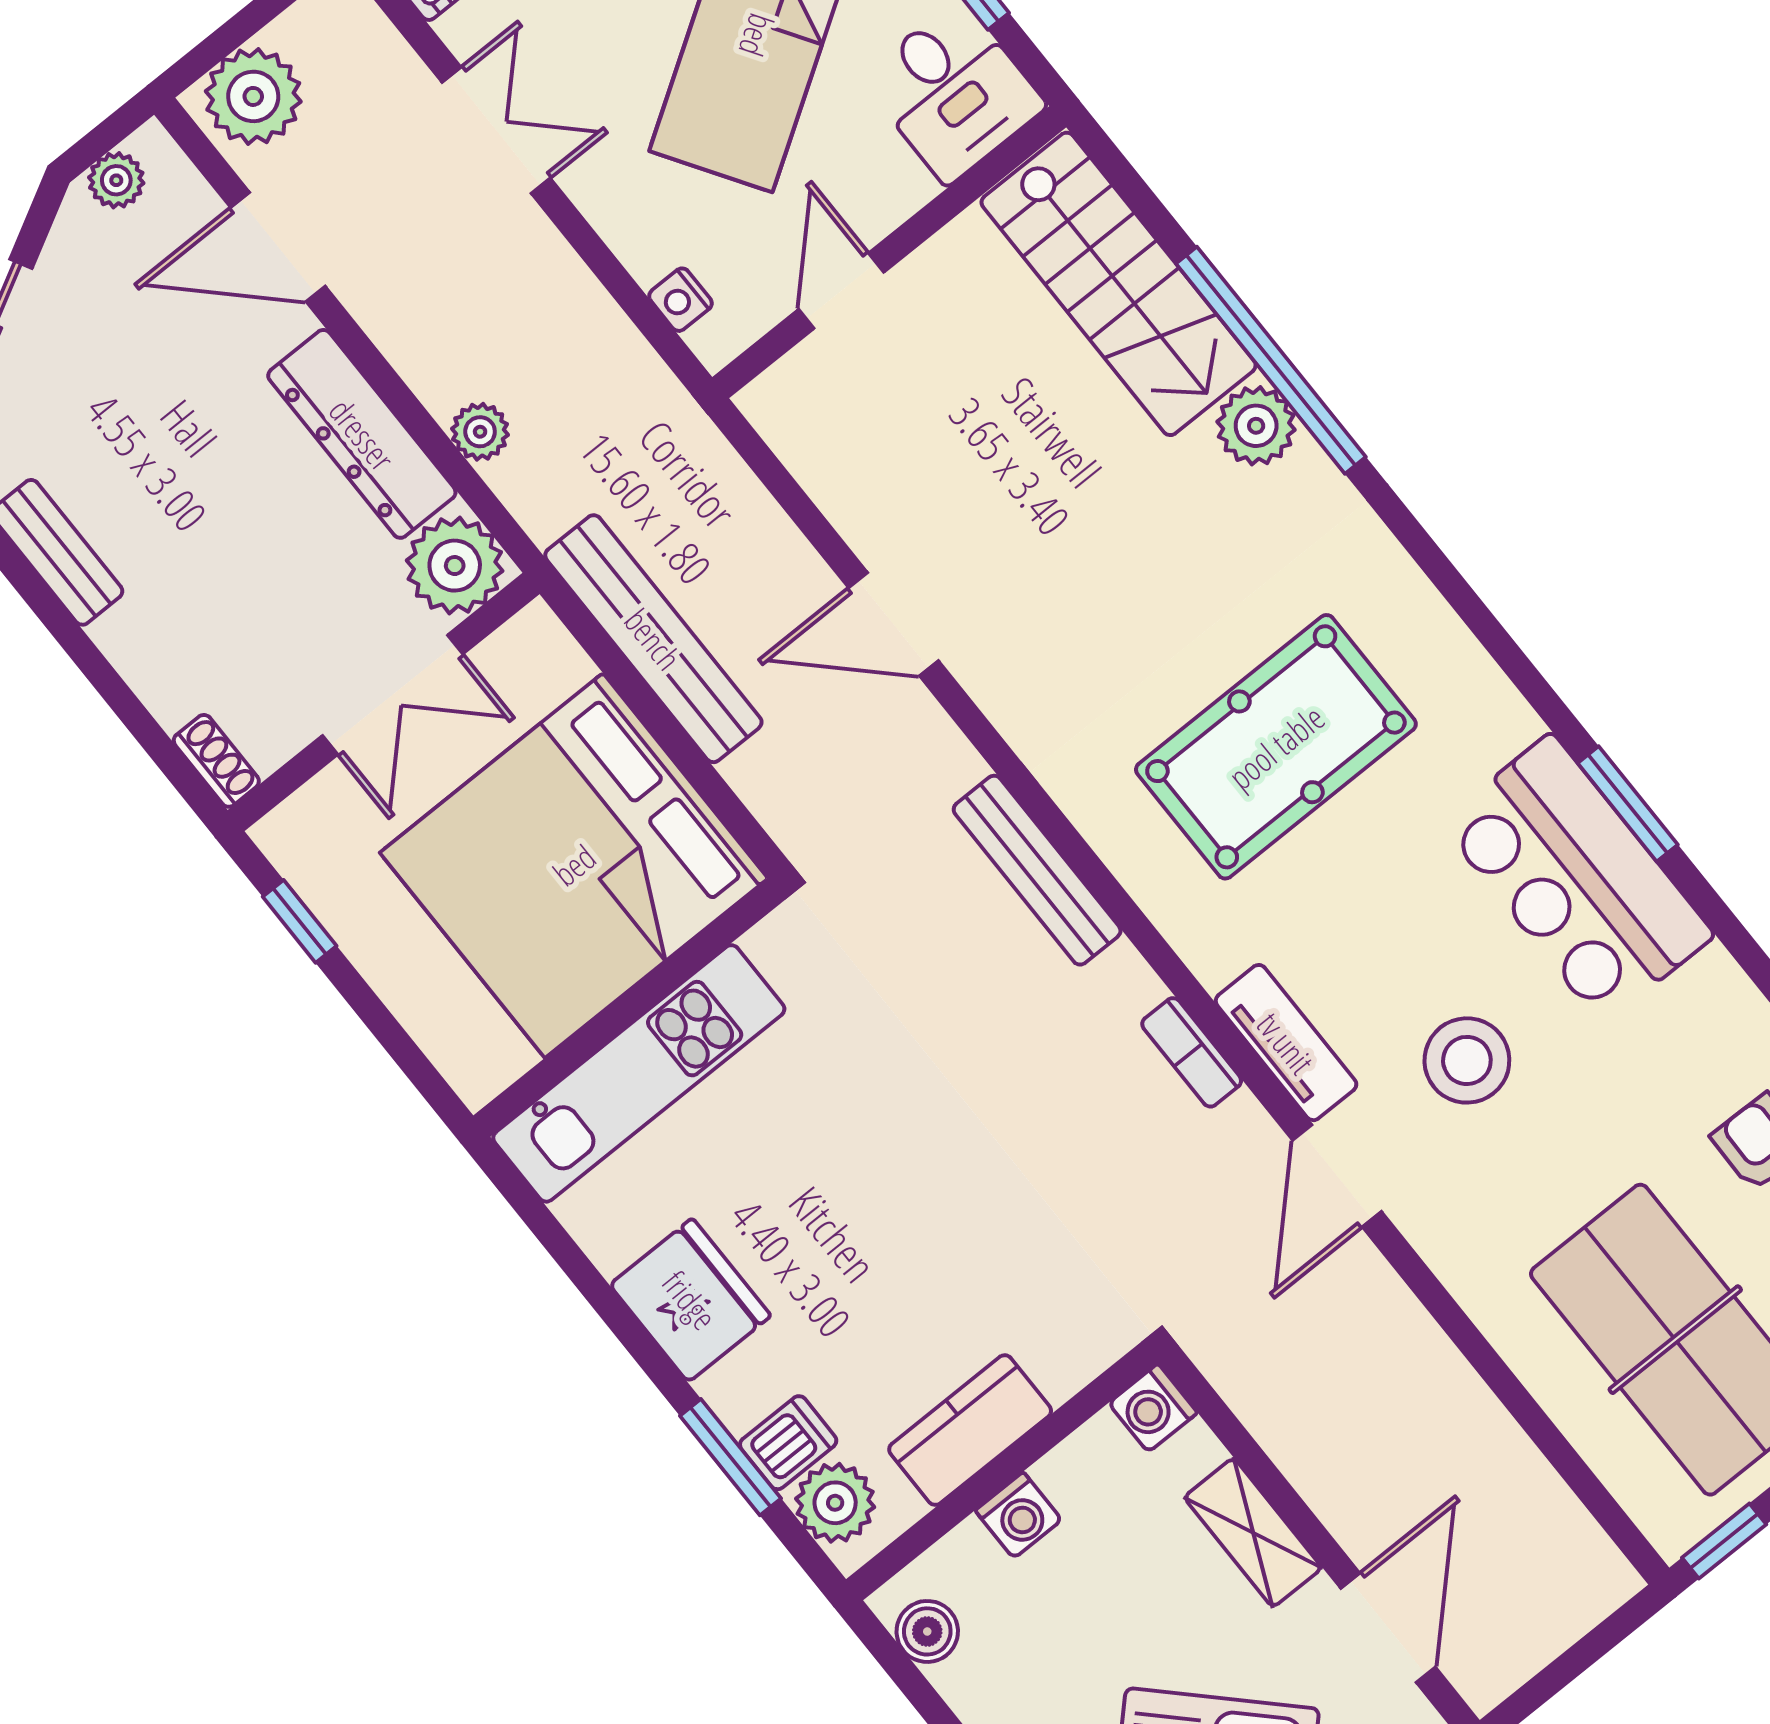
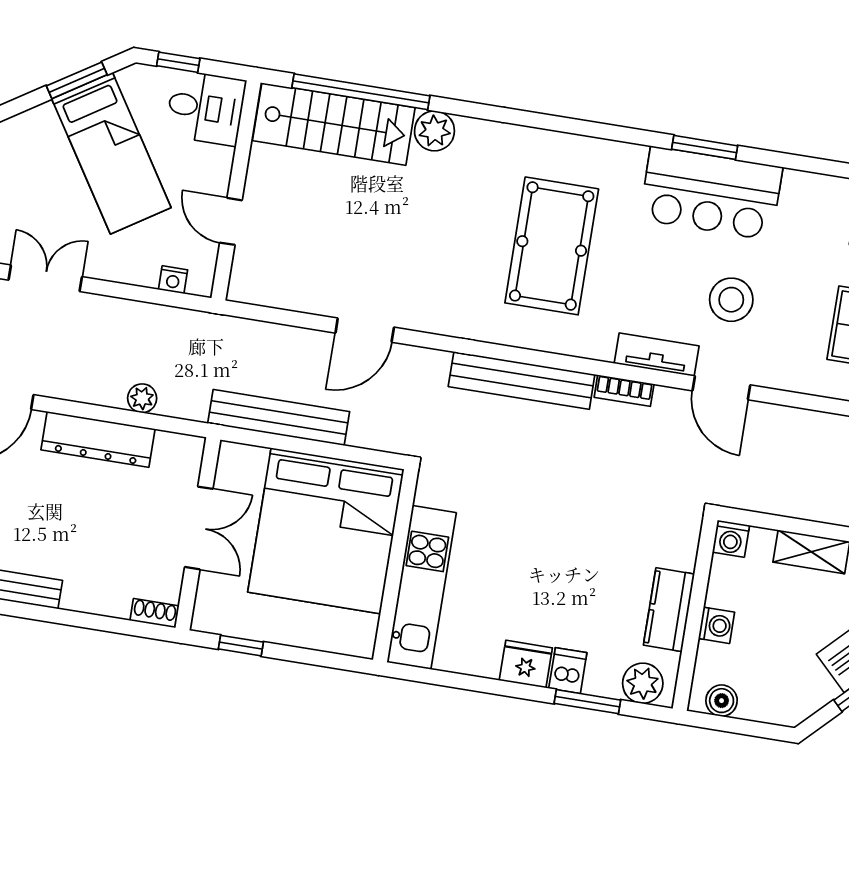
window: (1271, 360) -> (361, 92), moved
plant: (455, 566) -> (178, 458), removed
bench: (1037, 870) -> (522, 380), width x1.37, depth x1.21
fridge: (690, 1300) -> (526, 664), width x0.73, depth x0.75
dishwasher: (788, 1443) -> (568, 671), moved

